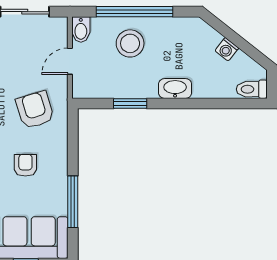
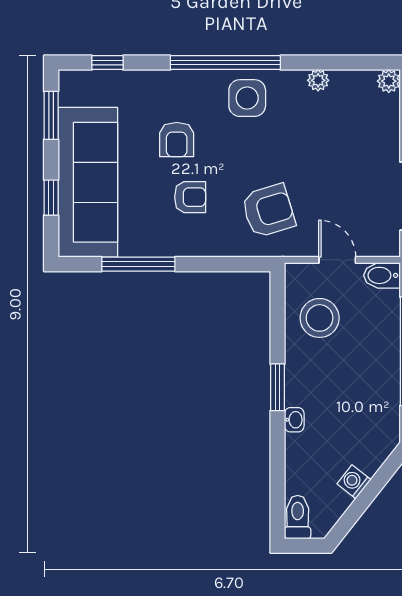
stool: (130, 43) -> (320, 318), moved
washbasin: (175, 88) -> (294, 420), width x0.52, depth x0.69
window: (130, 103) -> (277, 387), moved

